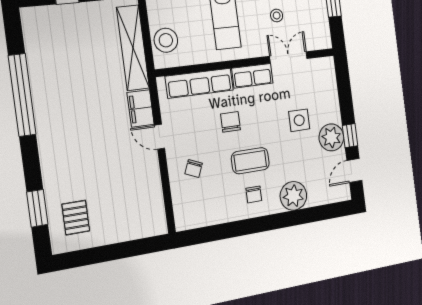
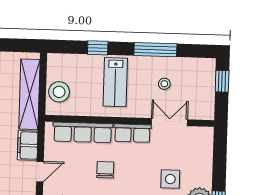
door: (160, 137) -> (40, 172), swing flipped

